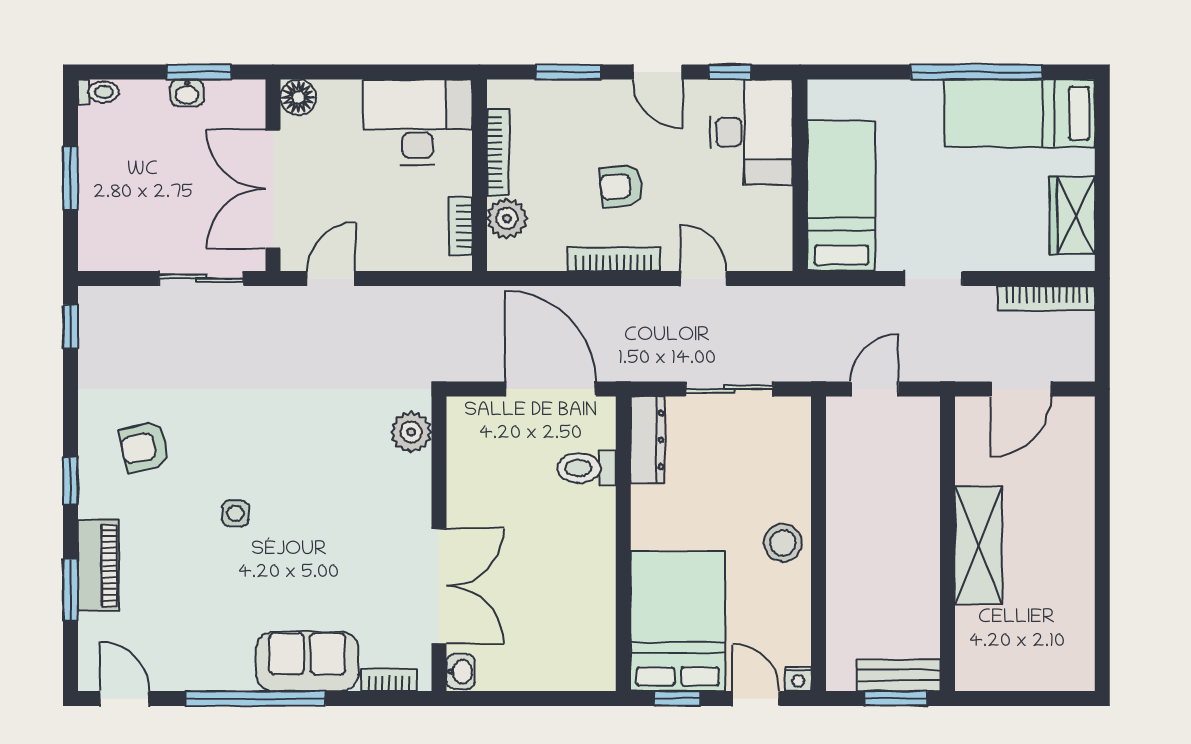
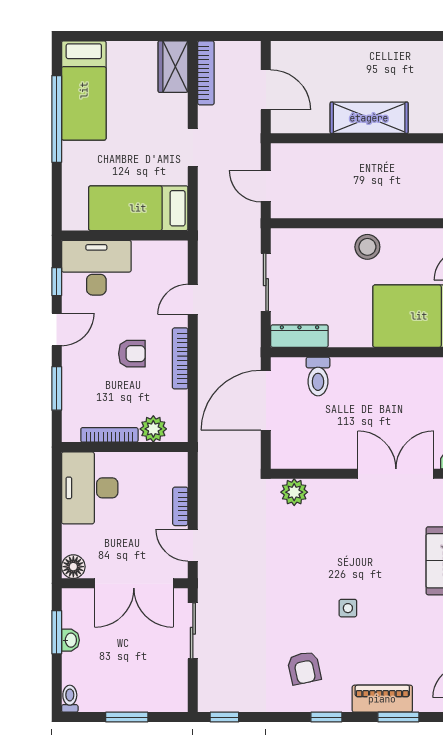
armchair: (621, 186) -> (132, 354), turned -84
wardrobe: (1072, 215) -> (173, 67), moved, turned 90
bookcase: (461, 226) -> (180, 506), moved, turned 90

